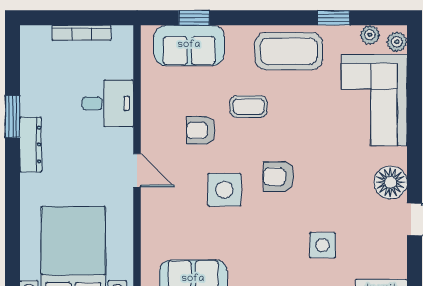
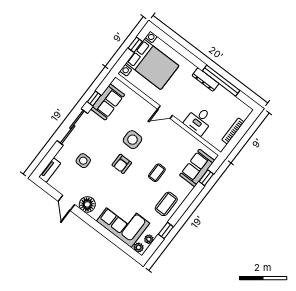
coffee table: (289, 51) -> (166, 204), width x0.73, depth x0.76
window: (12, 117) -> (221, 81), width x2.11
armchair: (201, 130) -> (162, 148), removed
armchair: (279, 177) -> (122, 164), turned 180

